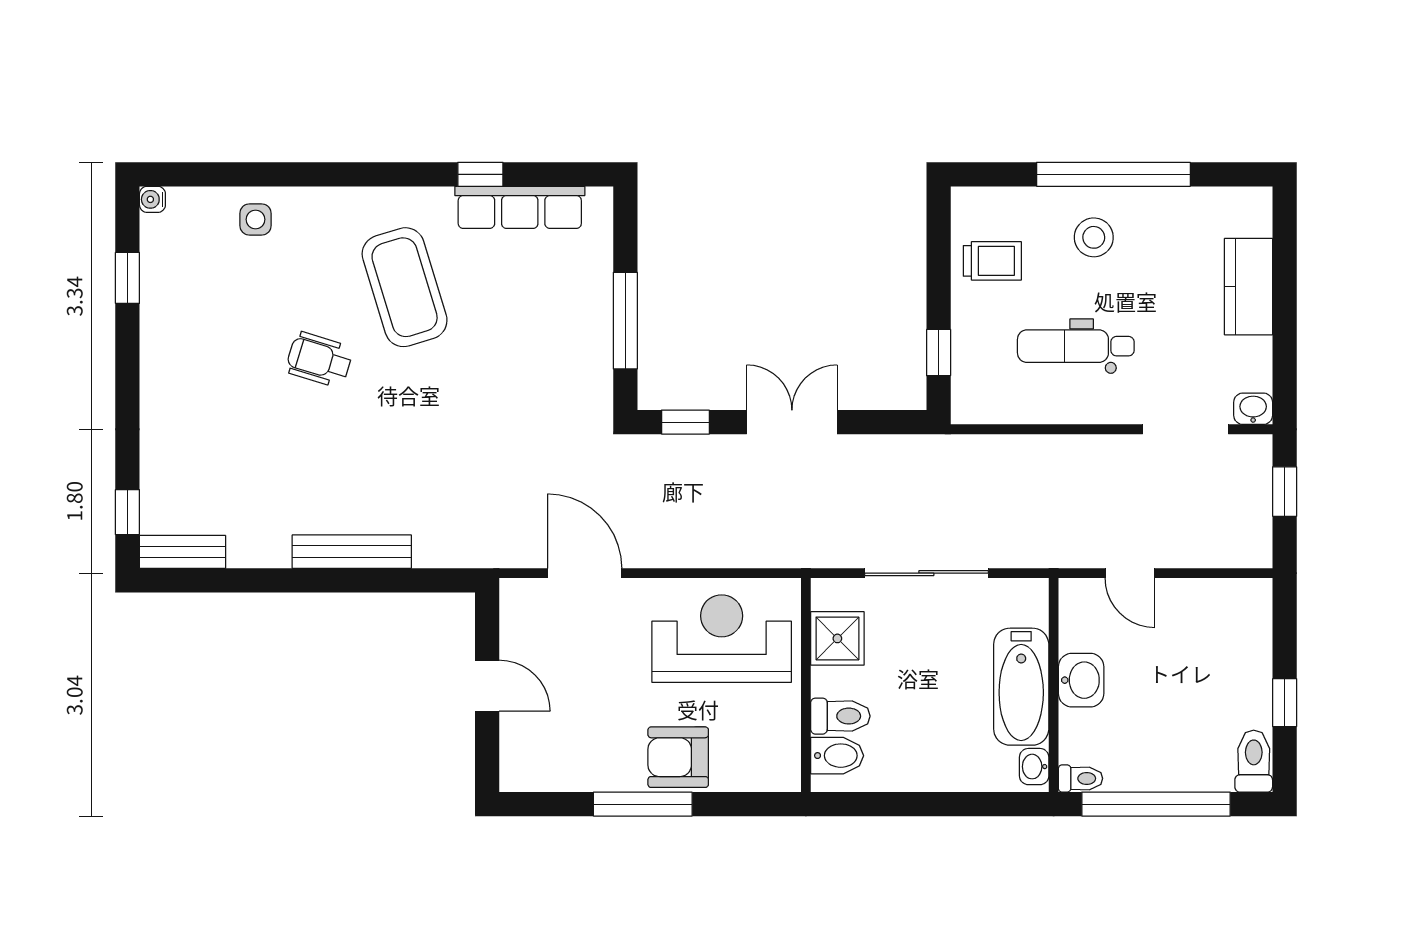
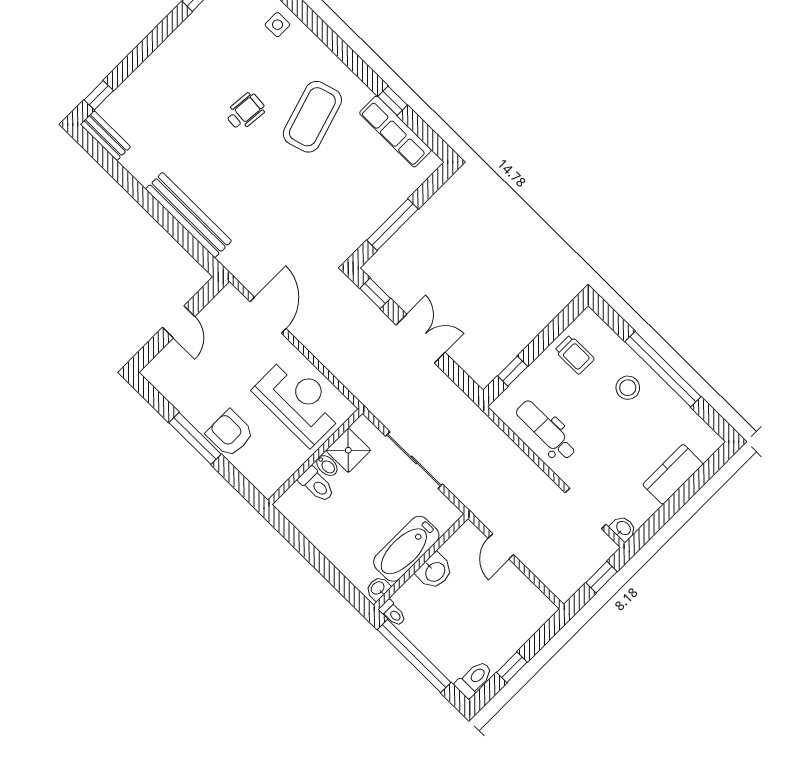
dental chair: (1076, 346) -> (546, 430), moved
wheelchair: (319, 360) -> (245, 111), turned 78
bench: (352, 552) -> (189, 215), width x1.37, depth x1.21
bidet: (837, 756) -> (327, 466), moved, width x0.72, depth x0.74

